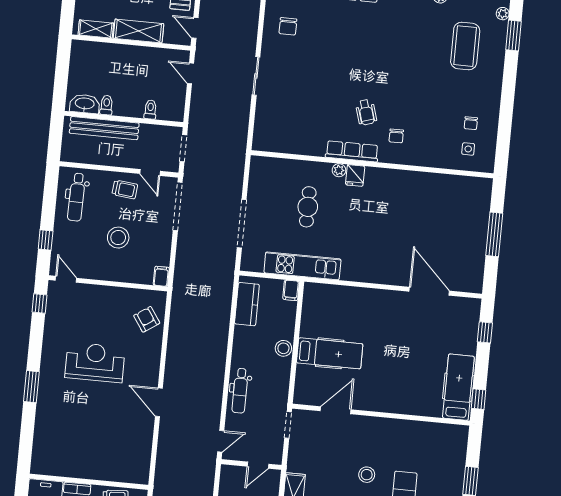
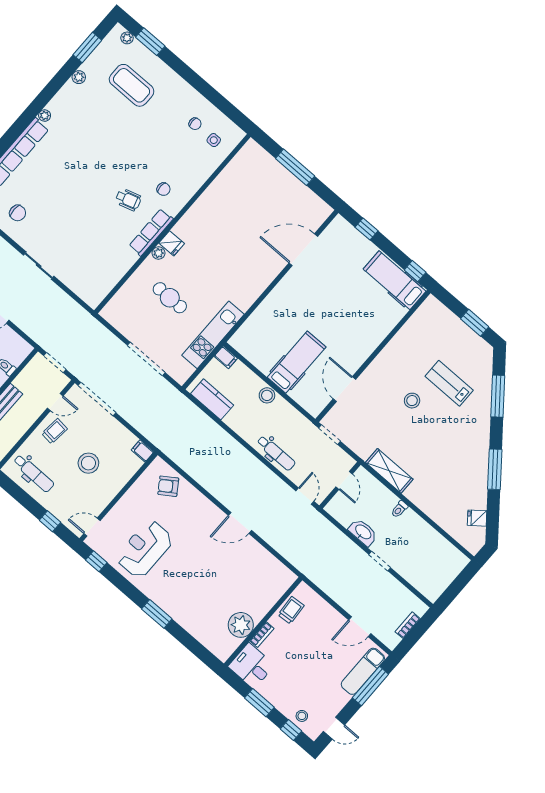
reception desk: (95, 362) -> (145, 549), moved
plant: (73, 465) -> (241, 625), added

